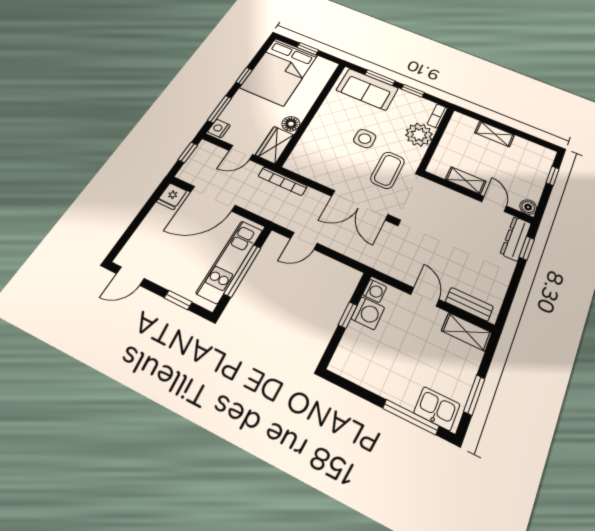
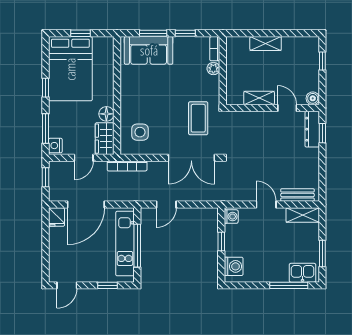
plant: (419, 135) -> (213, 69), width x0.53, depth x0.53
side table: (365, 139) -> (140, 132), moved
washing machine: (368, 313) -> (234, 266), moved

